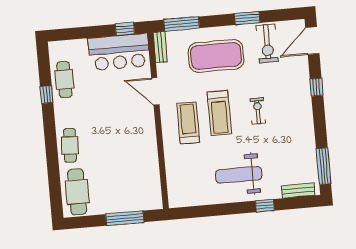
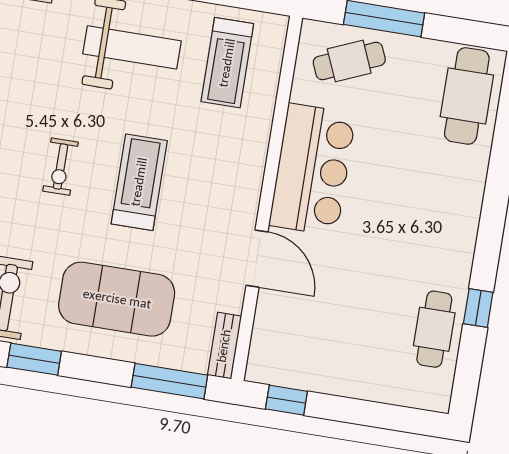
bar counter: (119, 52) -> (313, 170), moved, turned 90
treadmill: (188, 123) -> (227, 63), moved
cafe table: (70, 145) -> (349, 61), moved, turned 64

